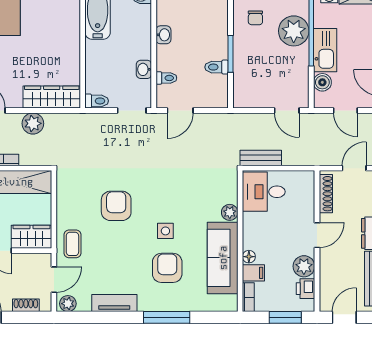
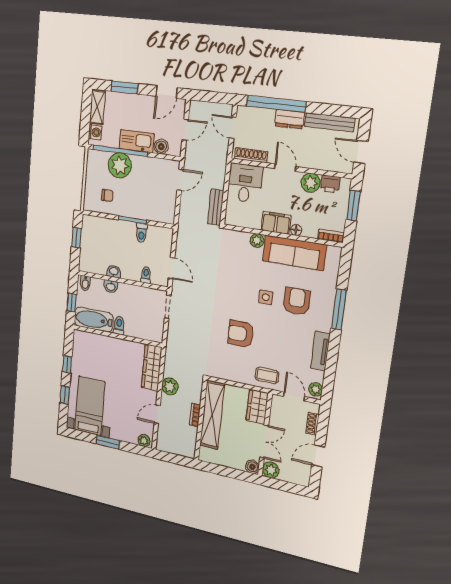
washbasin: (144, 69) -> (111, 286), moved
toilet: (97, 101) -> (119, 325), moved
desk: (264, 192) -> (245, 183), moved, turned 180
armchair: (167, 268) -> (297, 301), turned 90
filing cabinet: (253, 273) -> (276, 223), moved, width x2.00

